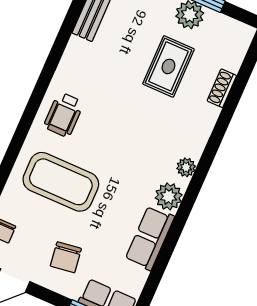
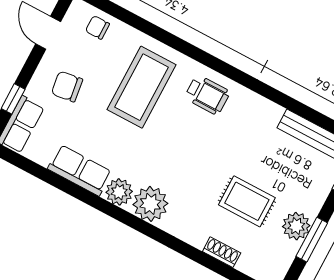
wheelchair: (64, 115) -> (207, 95), turned 180
plant: (186, 167) -> (150, 204), width x1.87, depth x1.87

